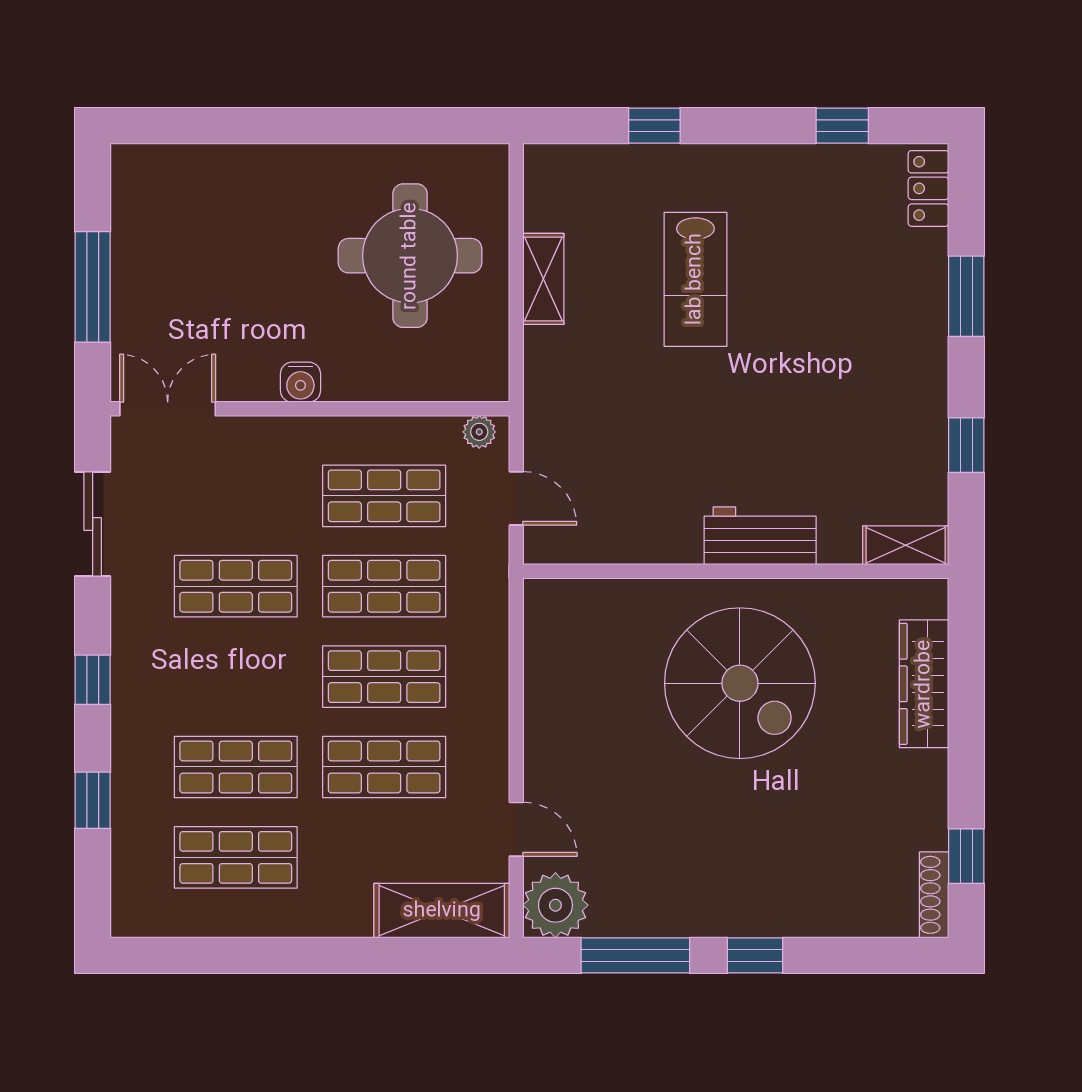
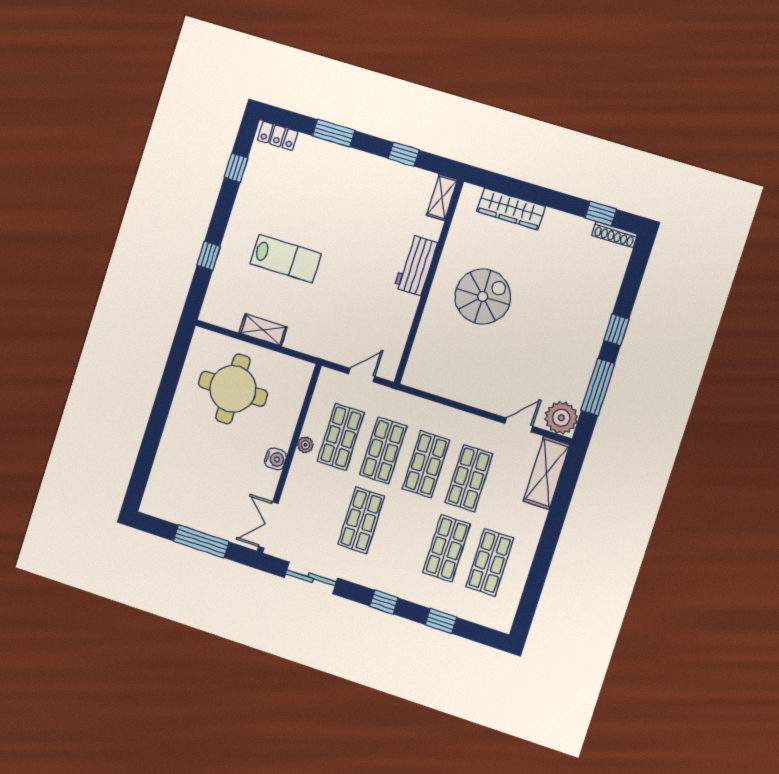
plant: (479, 432) -> (305, 445), moved
spiral stairs: (740, 683) -> (483, 297), width x0.73, depth x0.73

